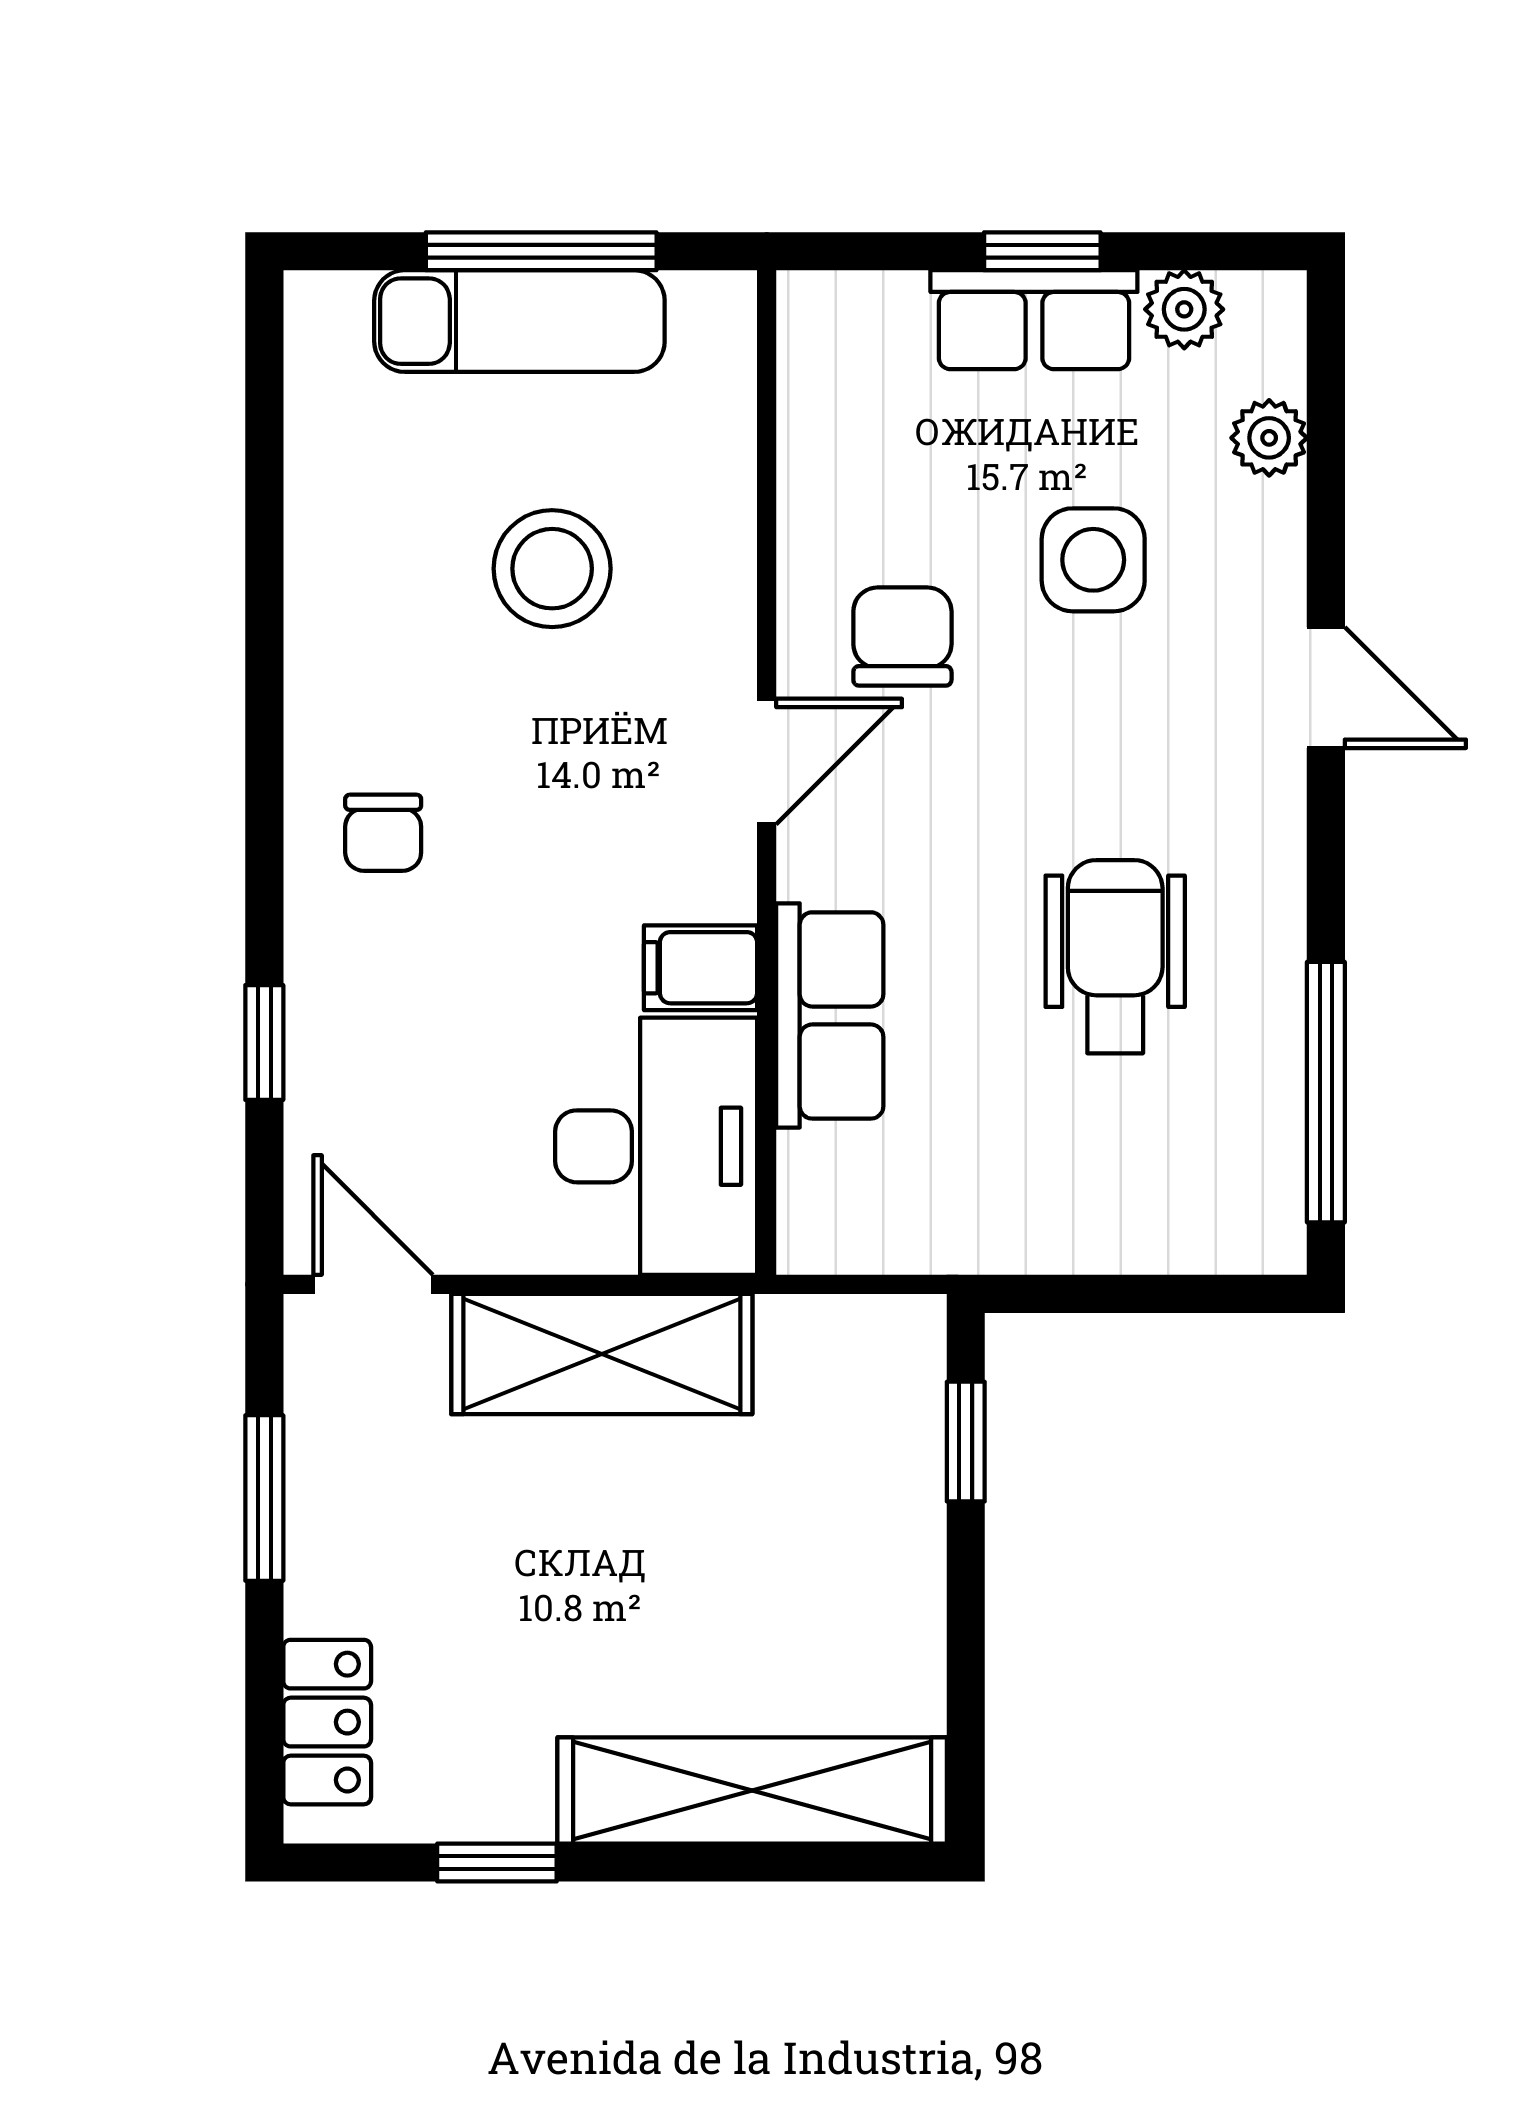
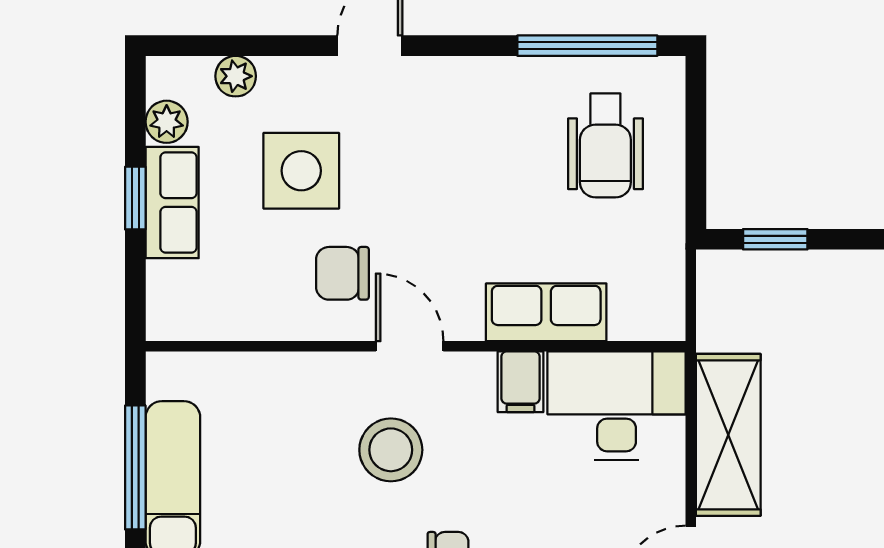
side table: (1093, 560) -> (301, 171), width x1.37, depth x1.37
stool: (552, 569) -> (391, 450), moved
wheelchair: (1115, 957) -> (605, 145), moved, turned -90

